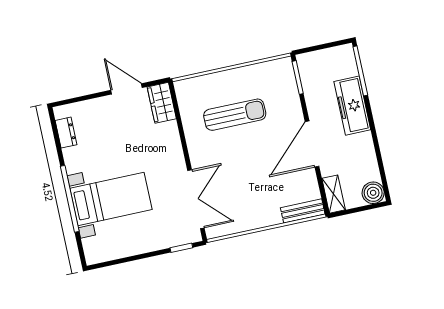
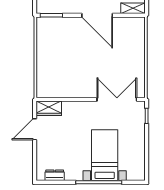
sun lounger: (235, 115) -> (67, 62), removed
bench: (303, 211) -> (140, 31), removed

